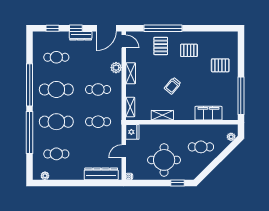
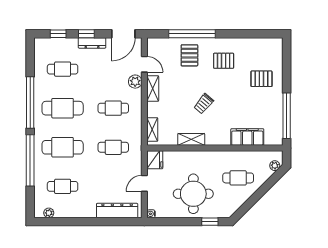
door: (124, 41) -> (144, 64), moved

